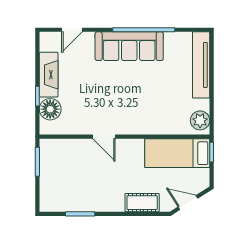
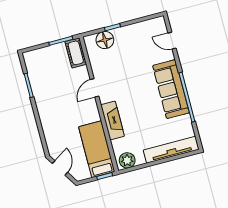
fireplace: (49, 75) -> (113, 120), moved, turned -90
cot: (142, 203) -> (76, 53), moved

